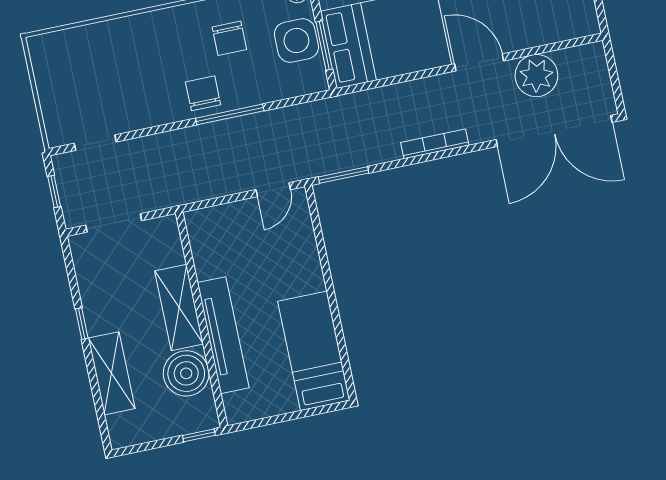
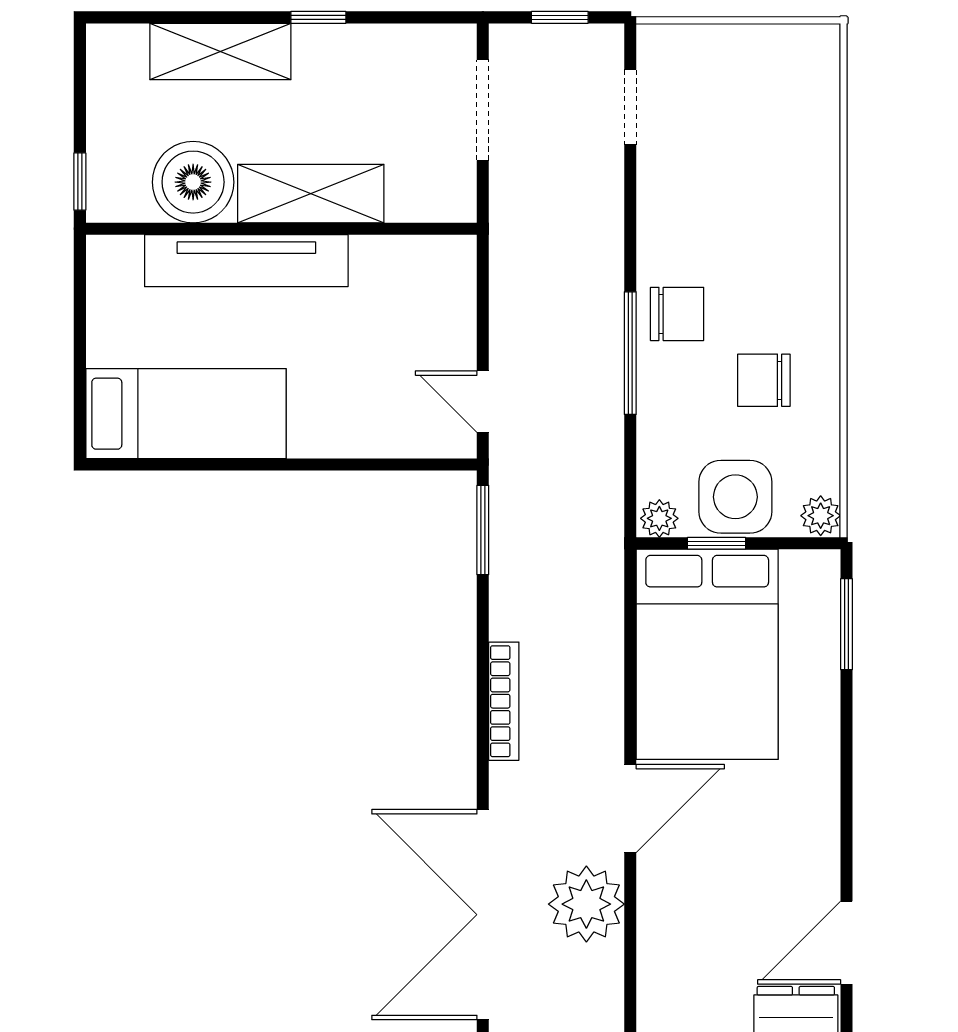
window: (324, 46) -> (716, 543), width x0.67
plant: (317, 80) -> (659, 518), added

